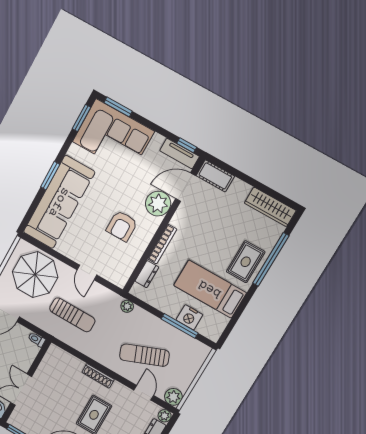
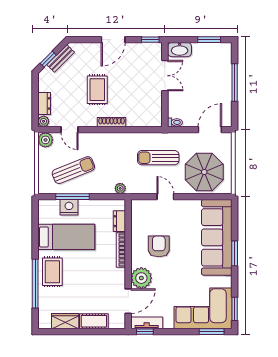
cot: (215, 176) -> (94, 321), moved
wardrobe: (270, 207) -> (65, 321), width x0.67
sun lounger: (144, 355) -> (73, 170), moved

